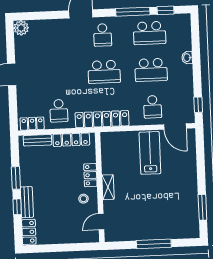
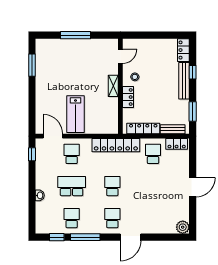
school desk: (149, 33) -> (72, 218), width x0.54
school desk: (104, 72) -> (112, 186), width x0.54
window: (16, 178) -> (193, 111), moved
bench: (27, 202) -> (184, 81), width x1.36

